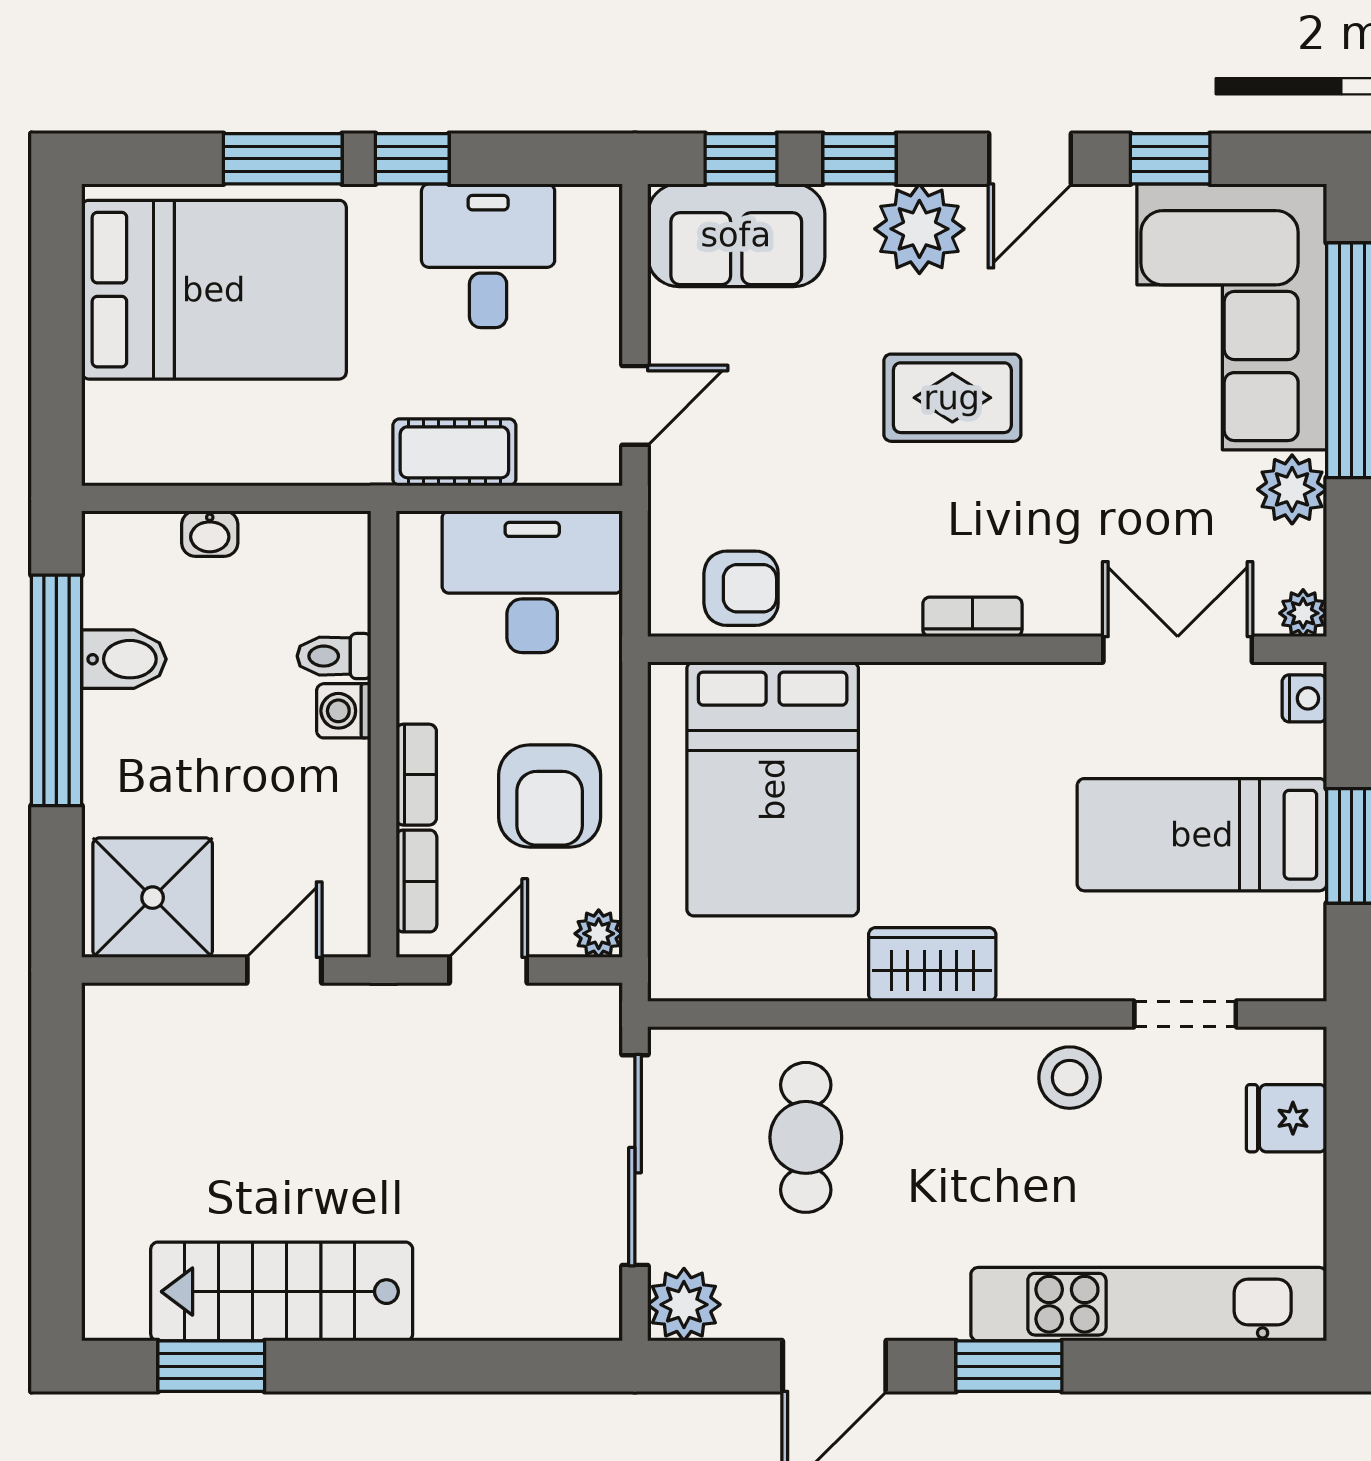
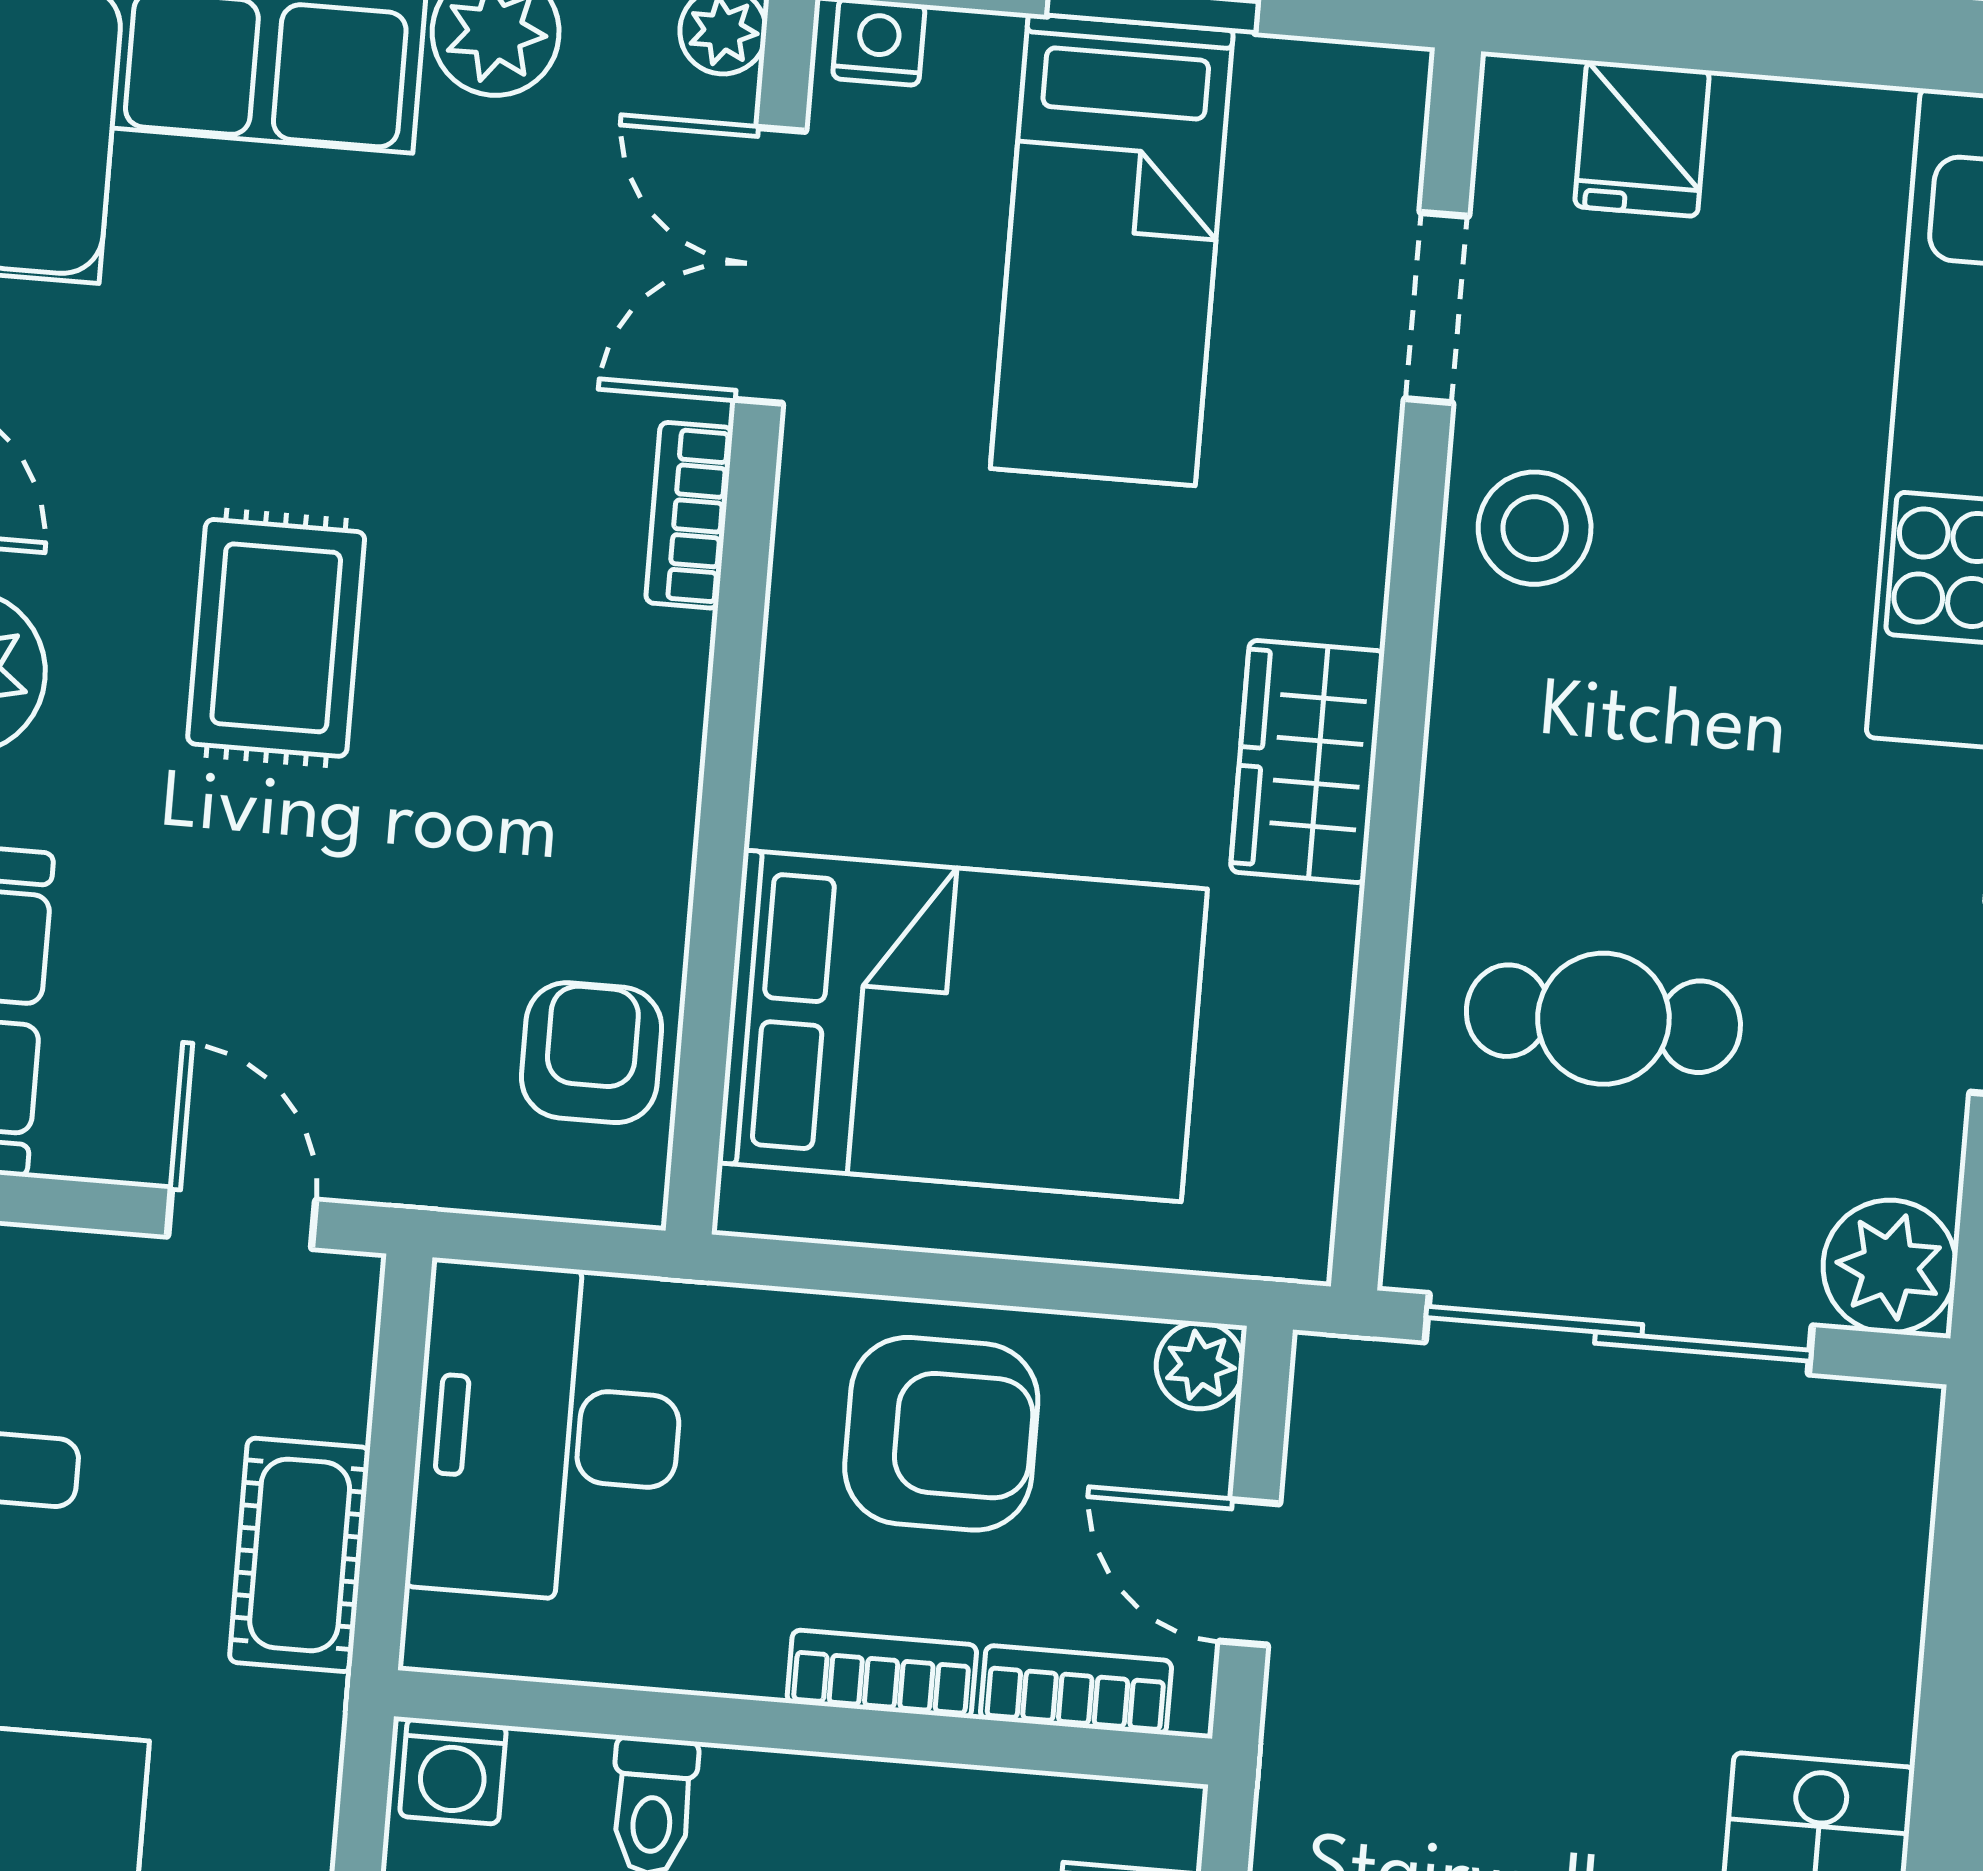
bookcase: (972, 617) -> (689, 515), moved
washing machine: (344, 711) -> (453, 1771), moved

